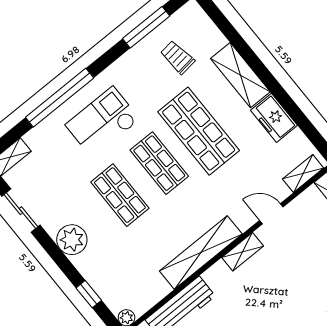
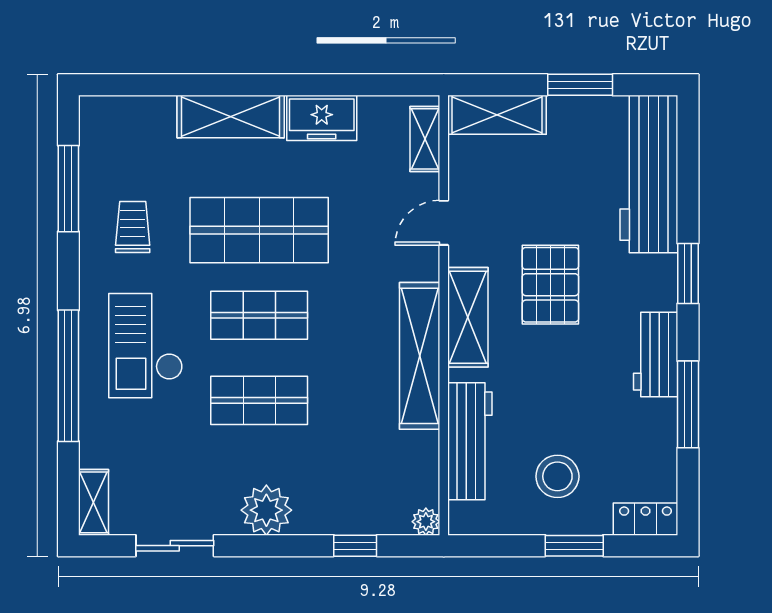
trolley: (177, 57) -> (133, 227), moved, turned 97
shelving: (243, 252) -> (468, 317), width x1.50, depth x1.33
pallet: (283, 286) -> (550, 285), added

